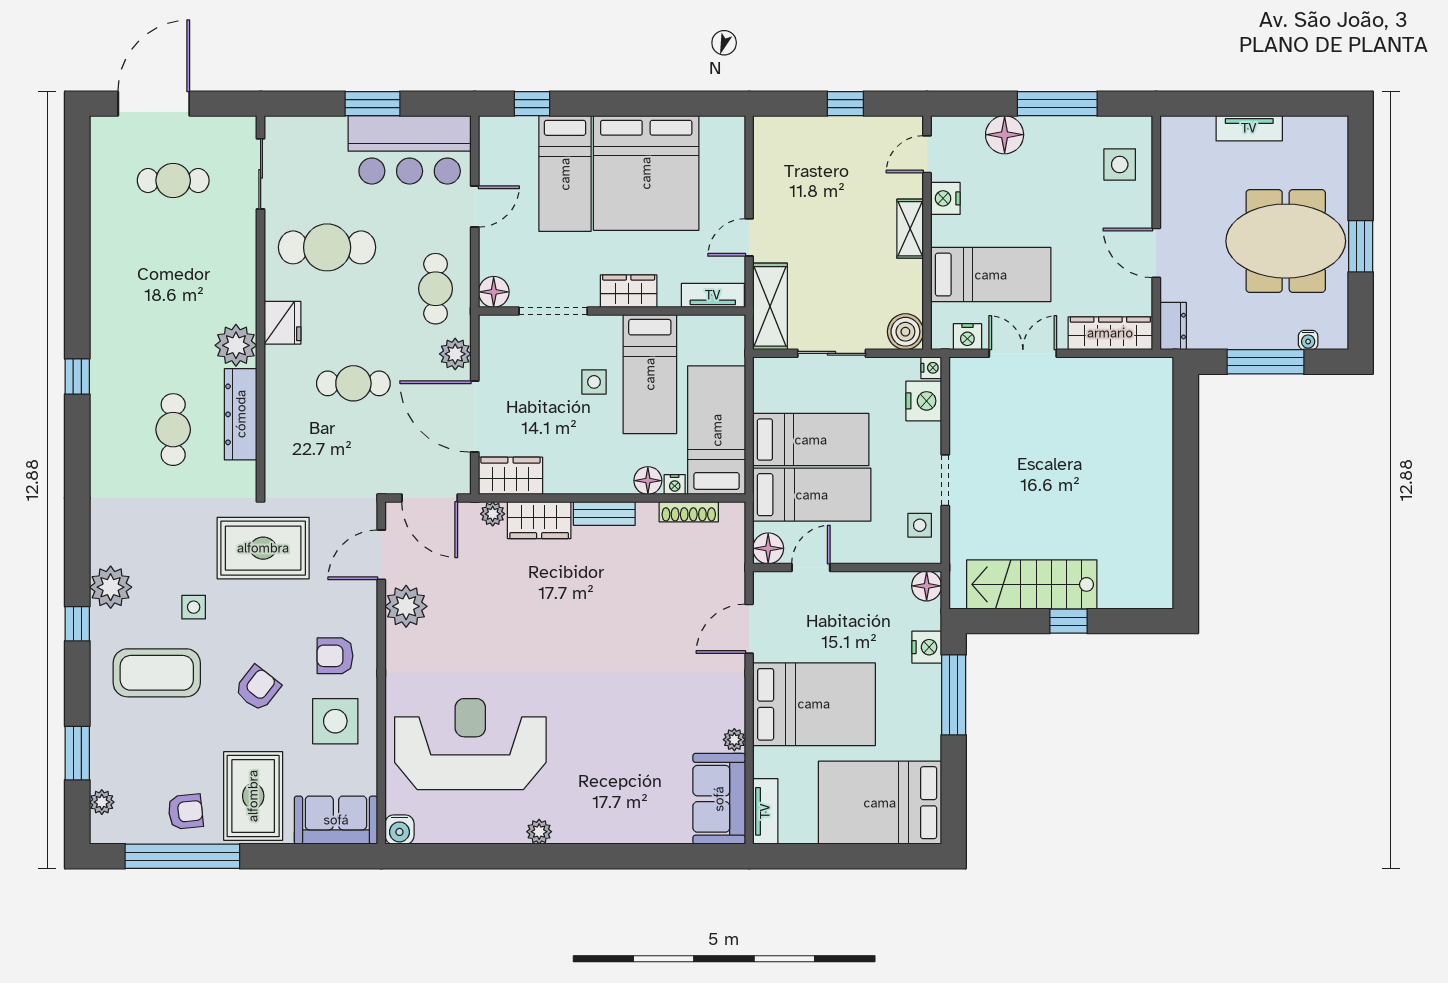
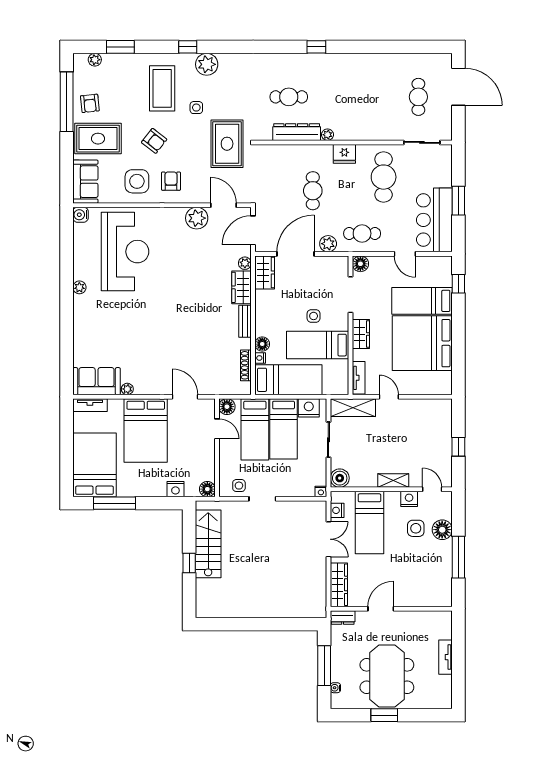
side table: (1120, 164) -> (416, 528), moved
plant: (236, 345) -> (328, 135), width x0.53, depth x0.53
nightstand: (924, 401) -> (309, 408), moved, turned 180
window: (954, 695) -> (115, 503), moved

